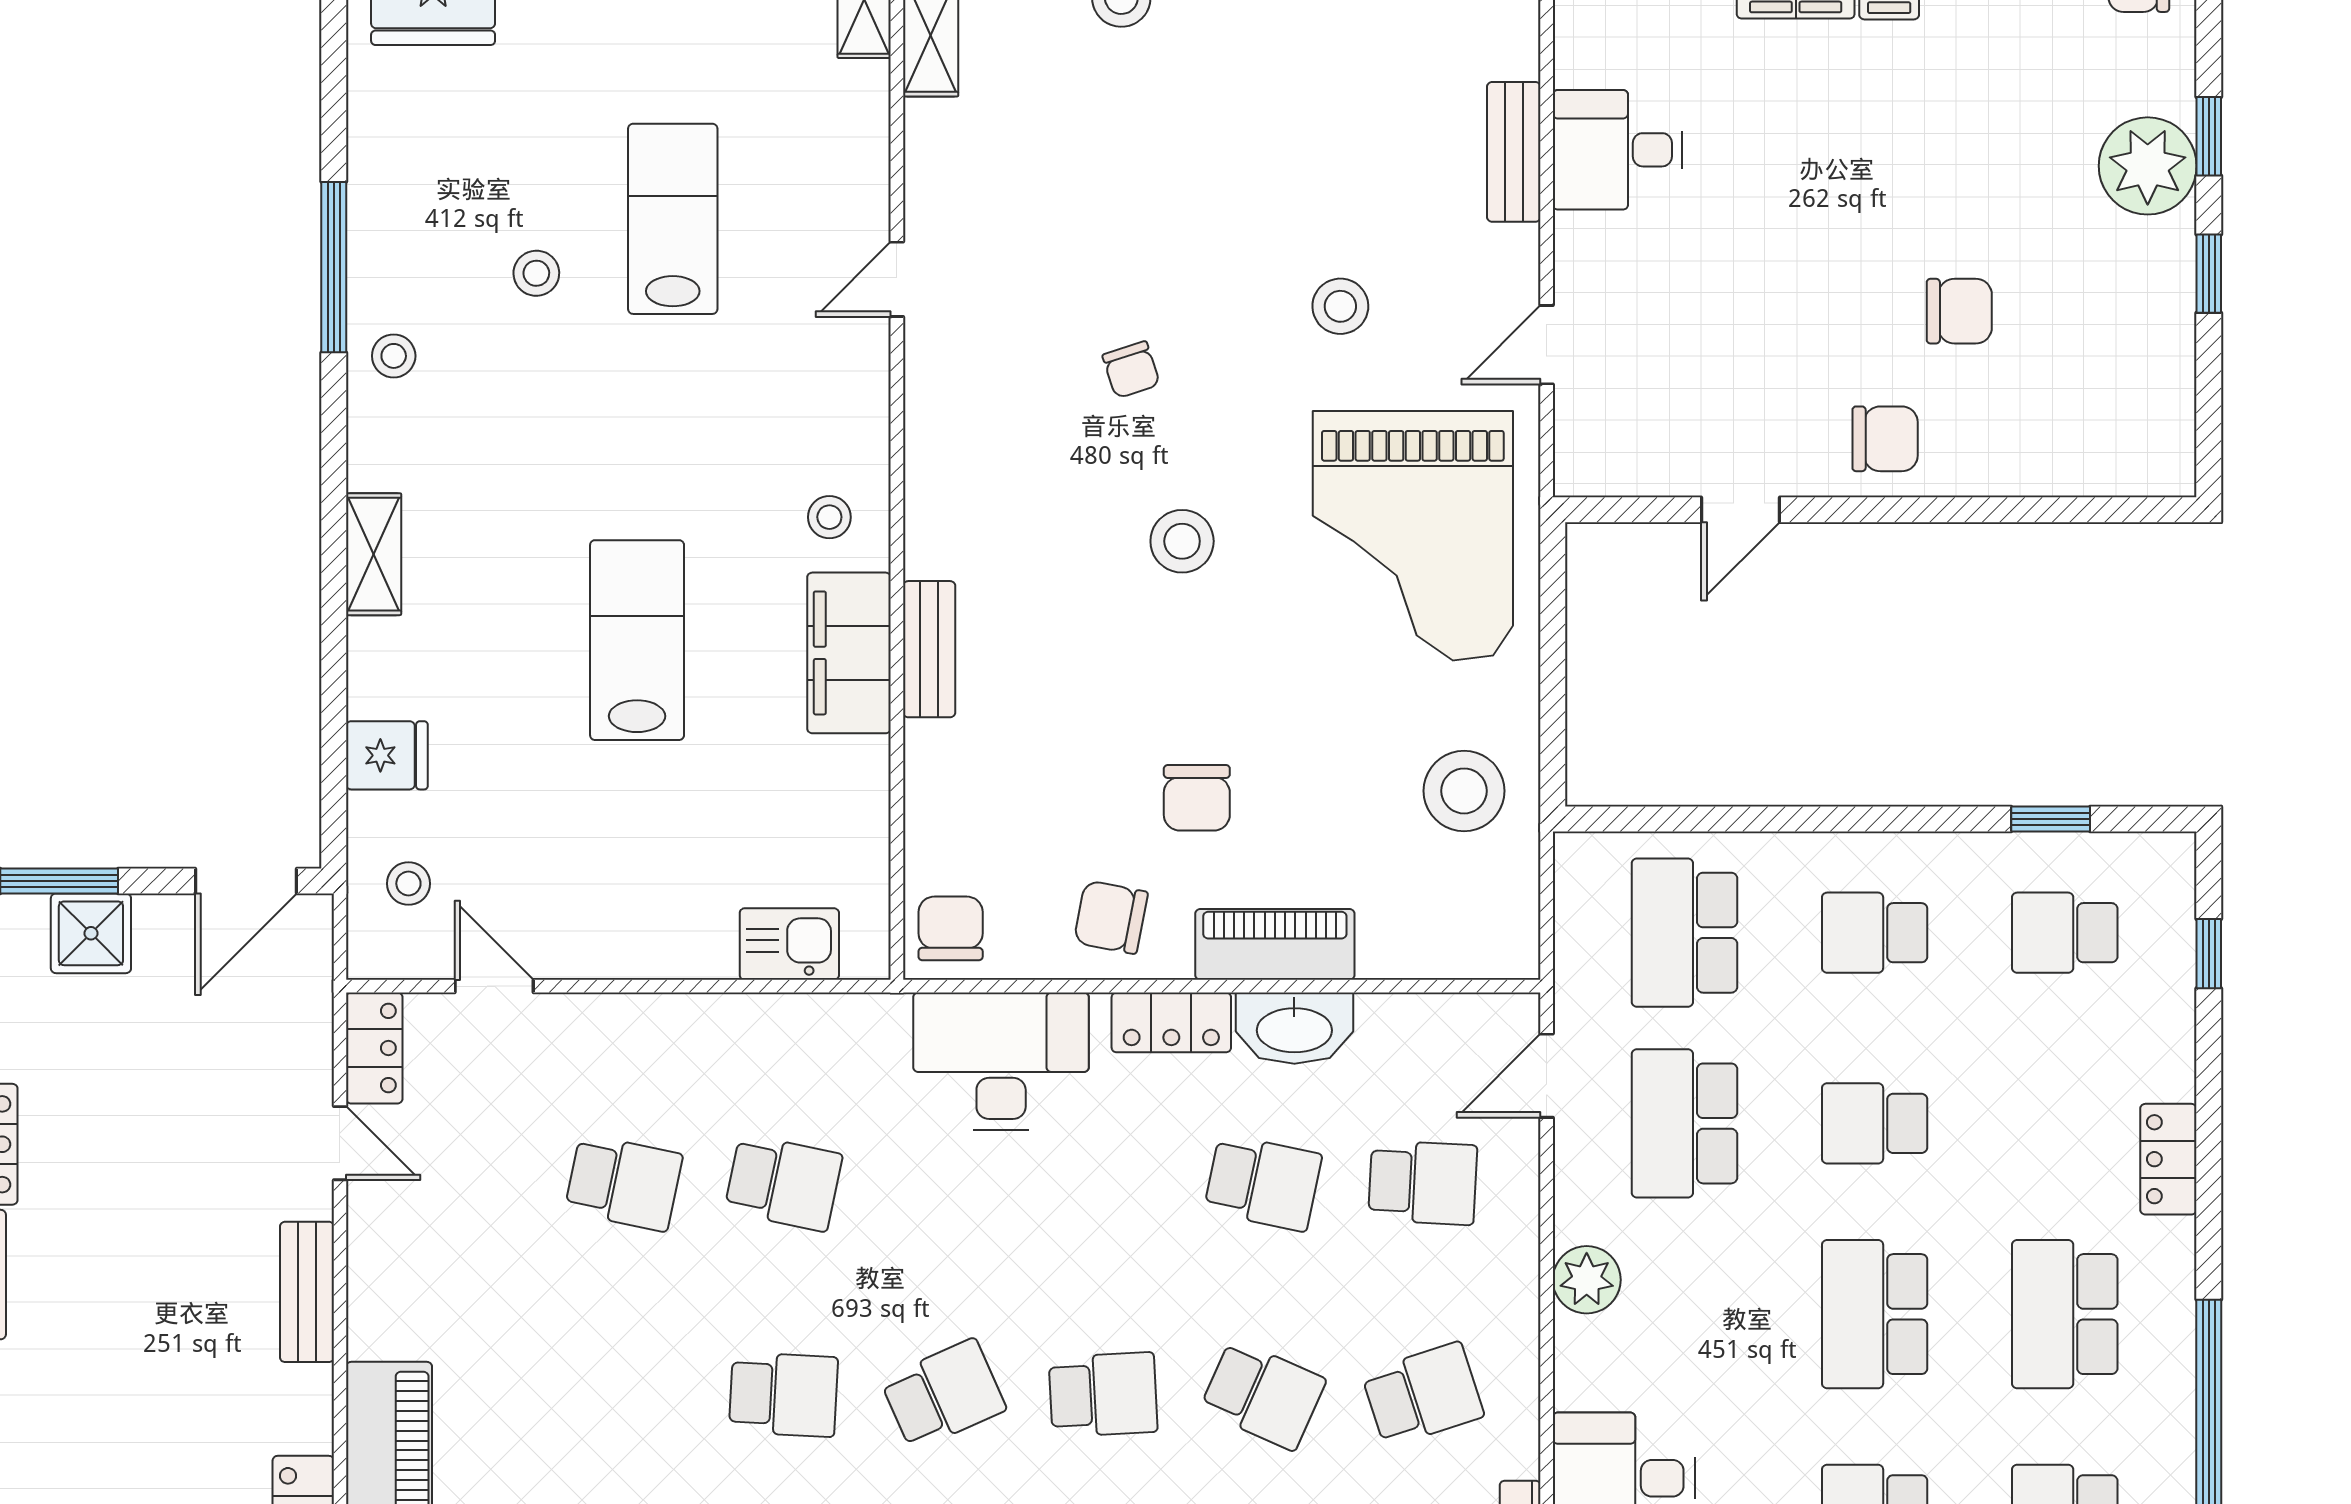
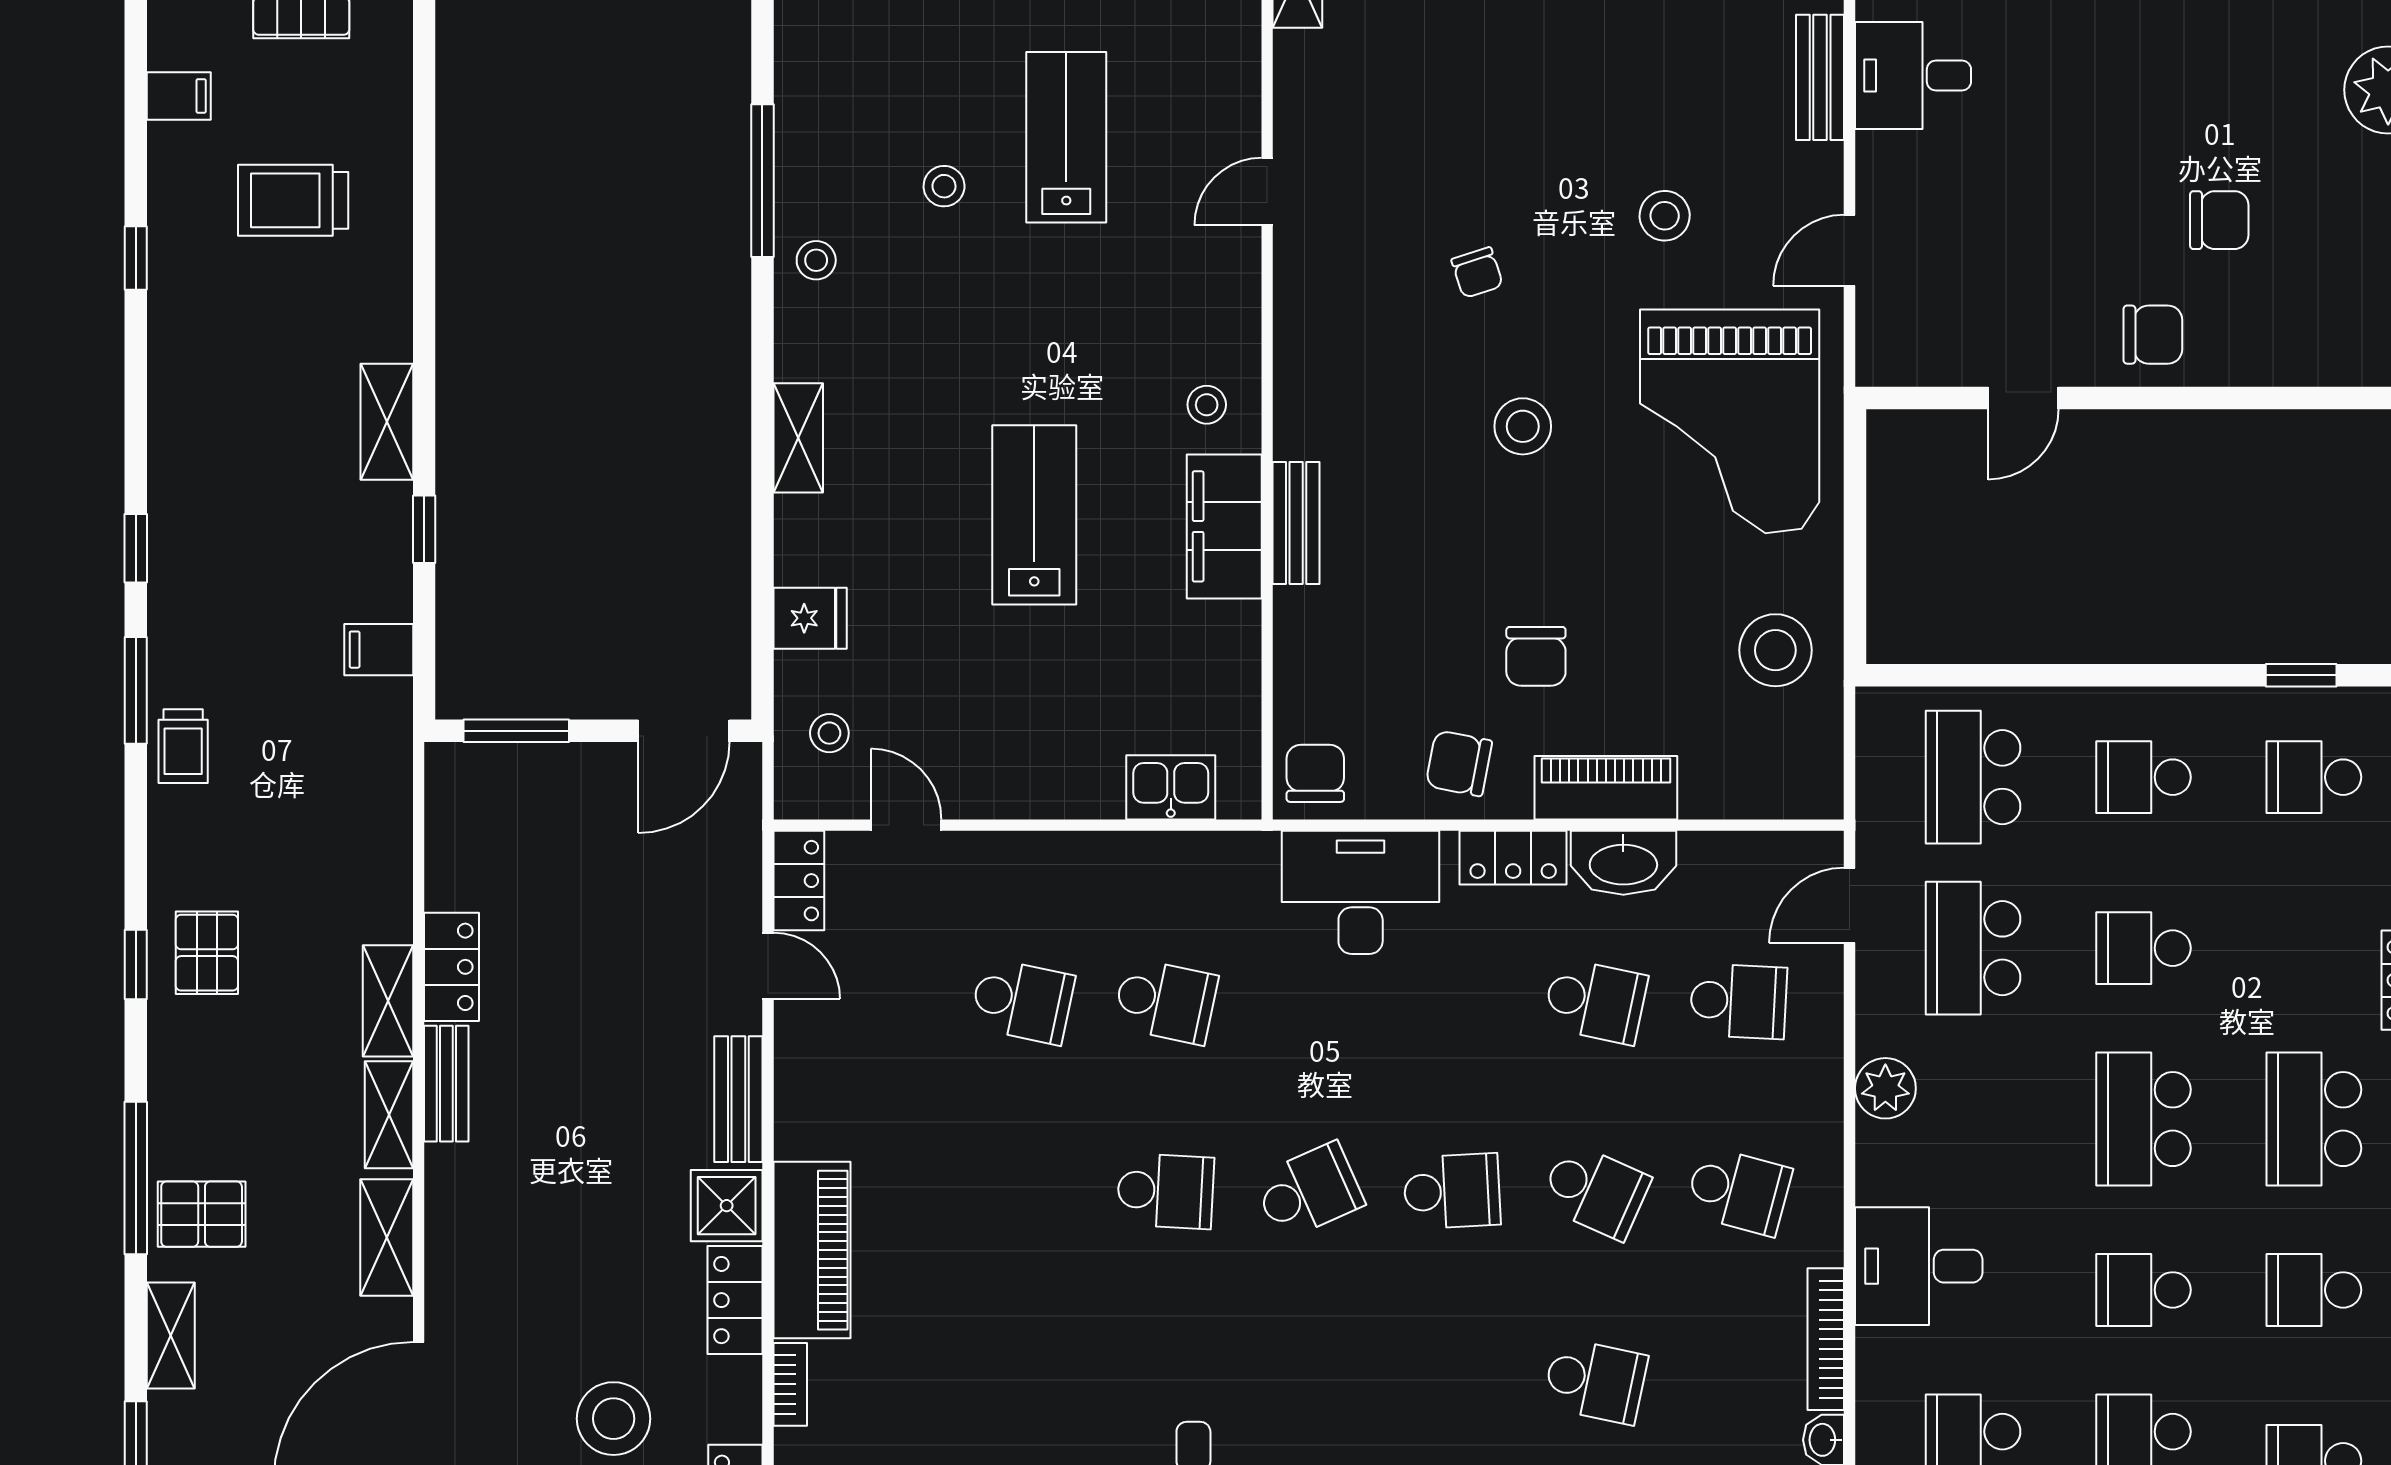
shower: (91, 933) -> (727, 1206), moved
school desk: (1423, 1395) -> (1738, 1191), turned 33

